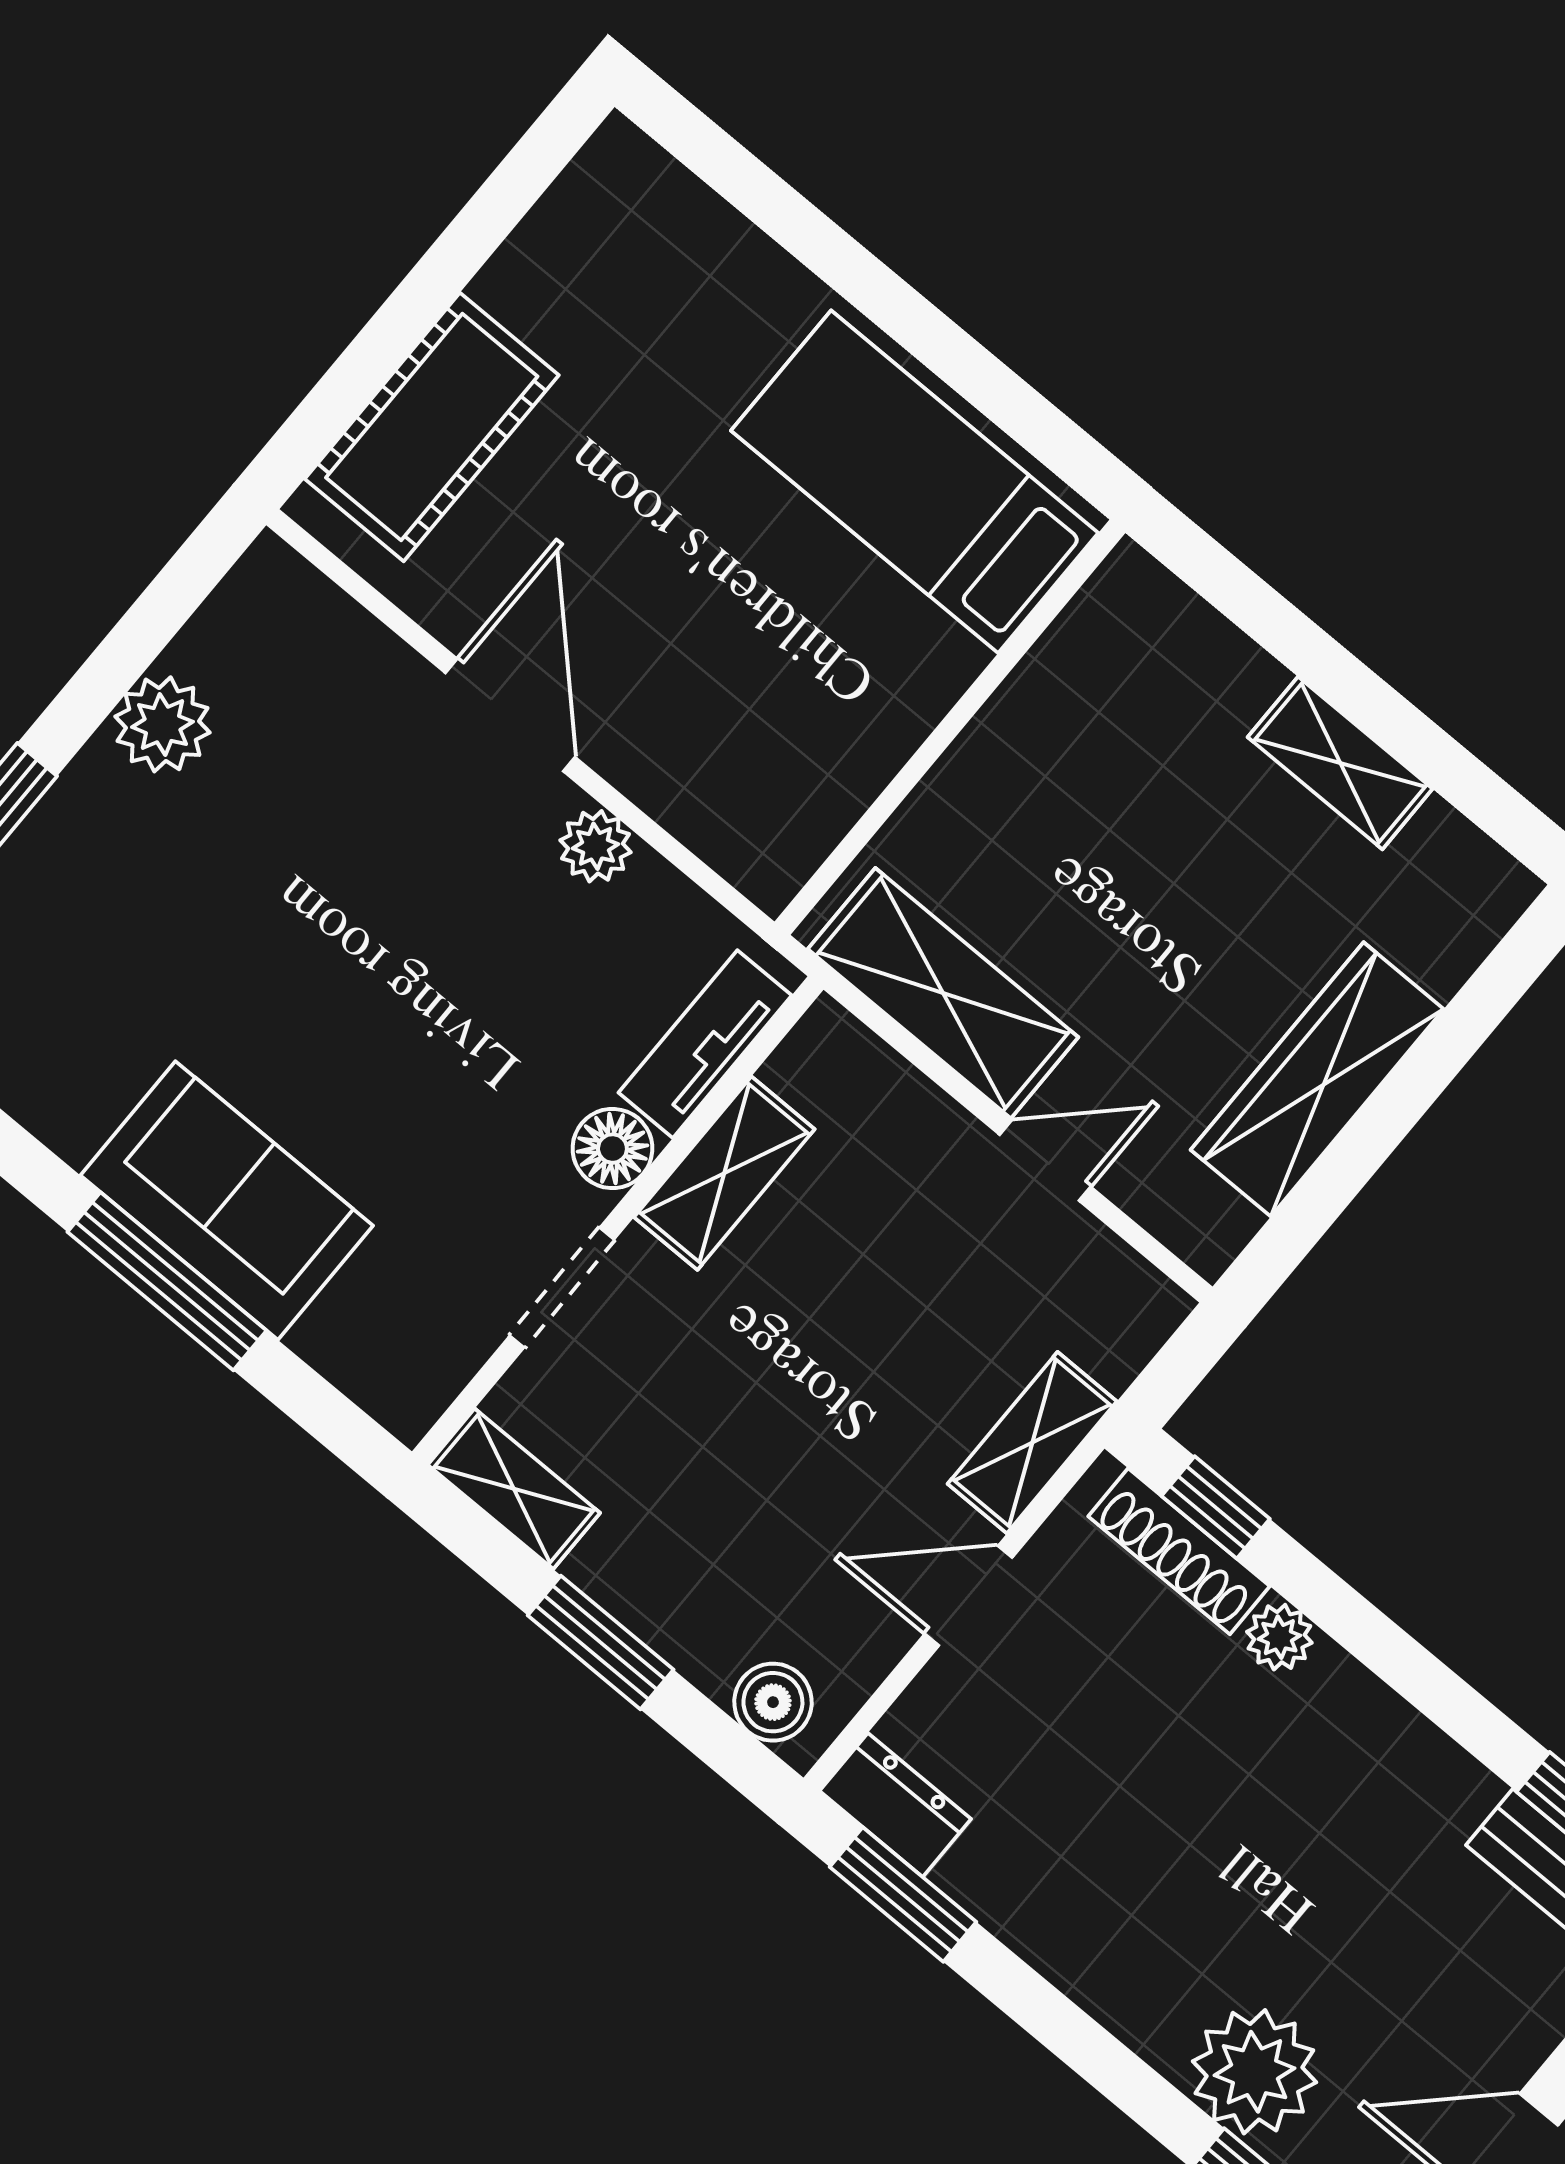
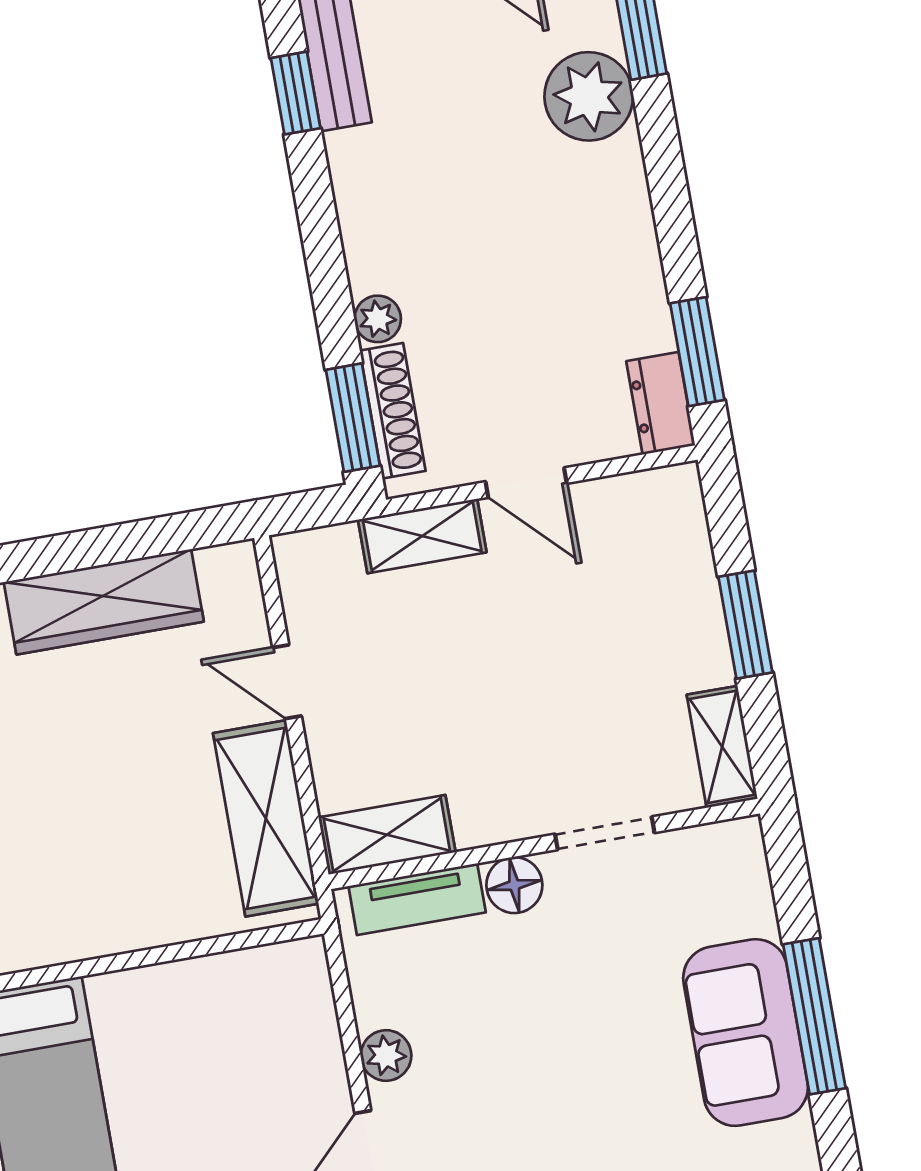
shelving: (724, 1173) -> (387, 835), moved
window: (1216, 1507) -> (353, 418), width x1.50
boiler: (773, 1702) -> (680, 514), removed

